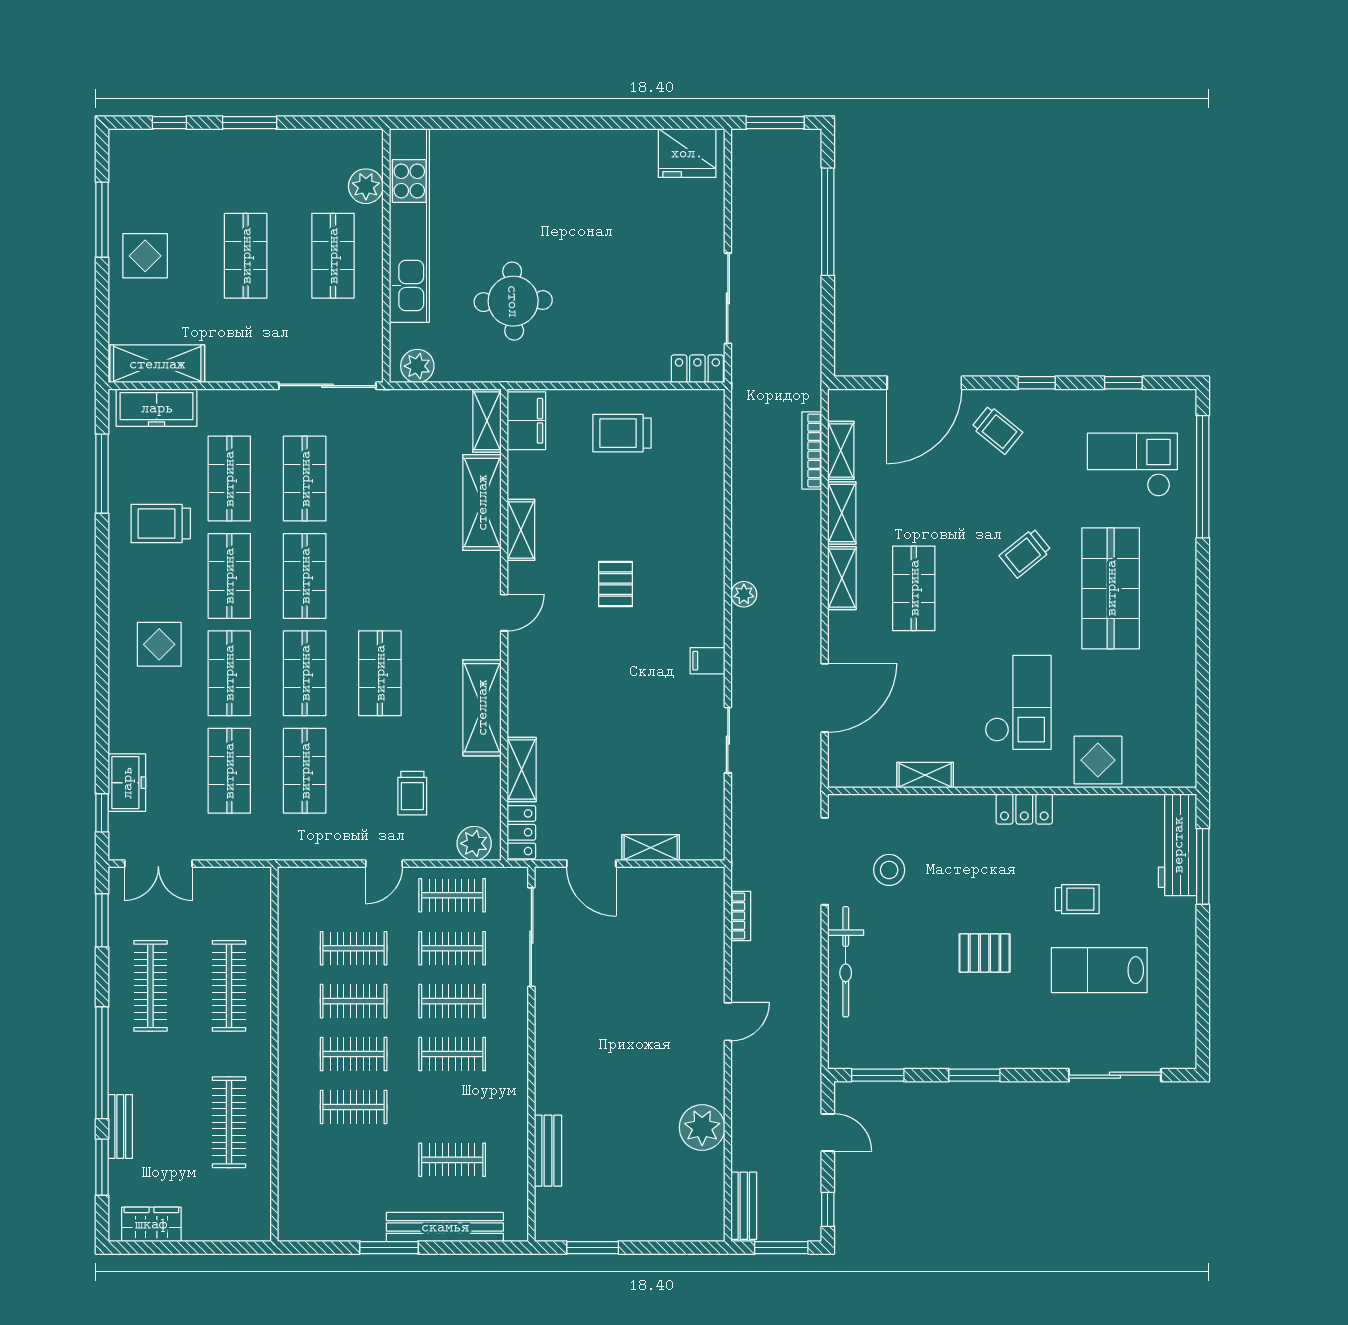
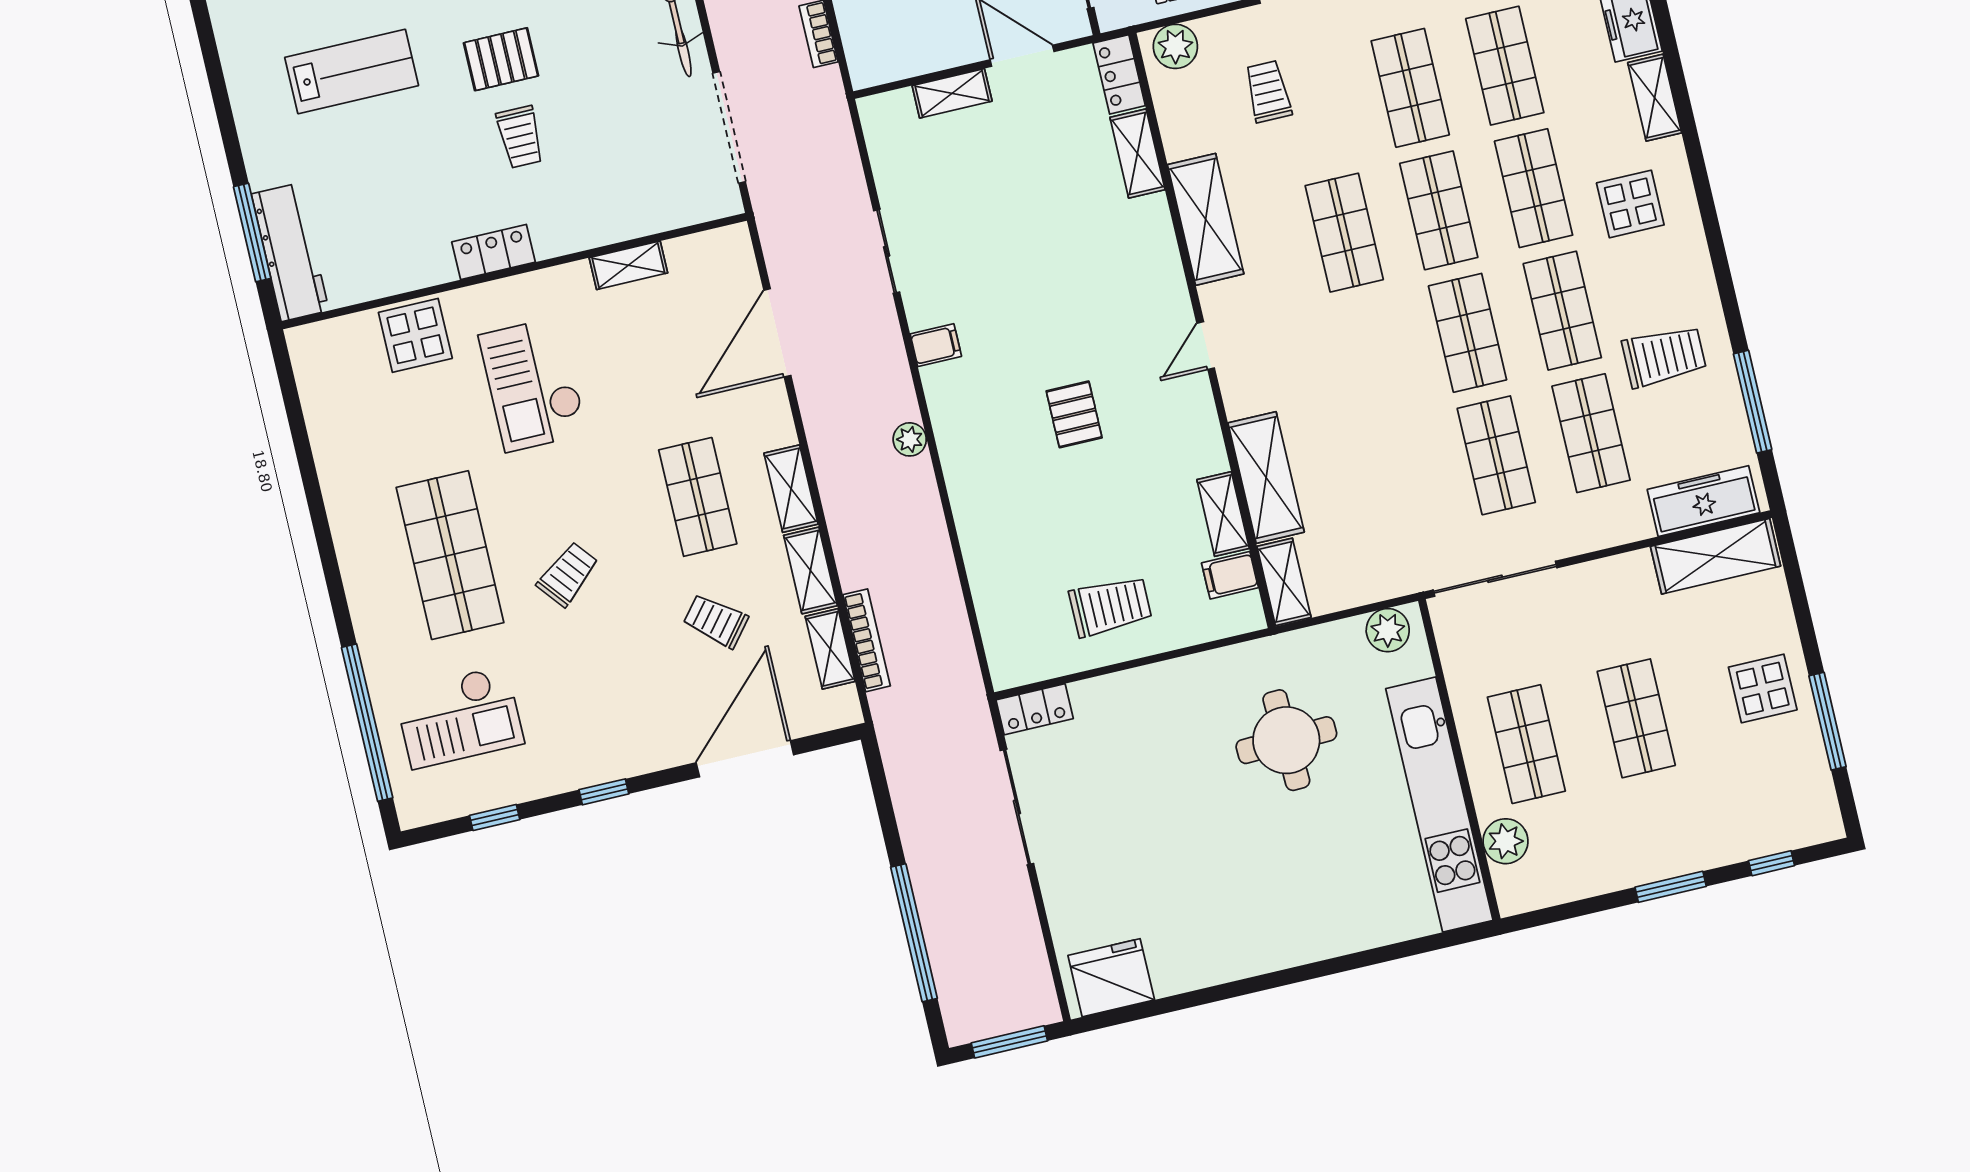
filing cabinet: (526, 421) -> (1230, 575), width x0.50
trolley: (997, 430) -> (716, 621), moved
shelving: (521, 530) -> (1223, 514), moved
shelving: (122, 720) -> (1655, 98), added
stool: (889, 870) -> (646, 135), removed
trolley: (1077, 899) -> (520, 137), moved, turned -90

